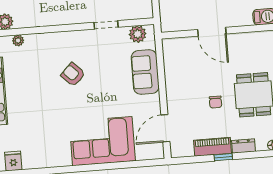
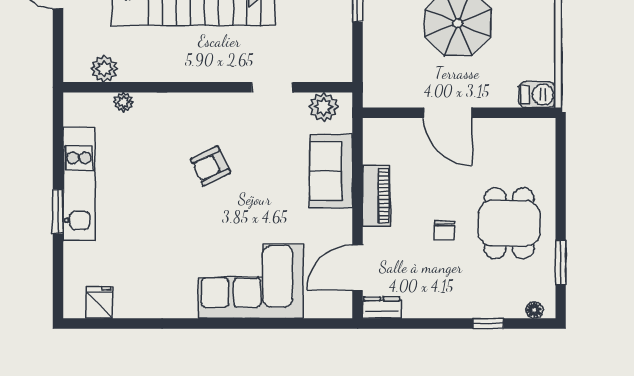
armchair: (73, 75) -> (211, 166), turned -71
dresser: (243, 146) -> (382, 308), moved
piano: (212, 147) -> (376, 196), moved, turned 90
window: (223, 157) -> (488, 323), moved

